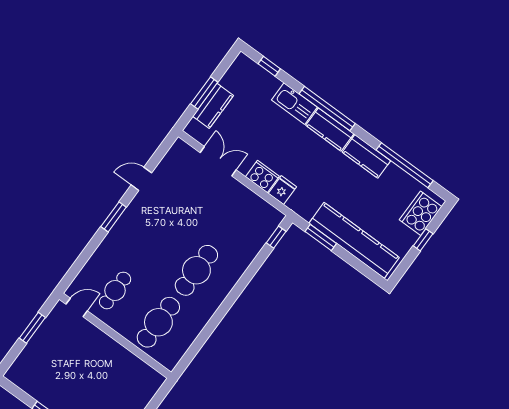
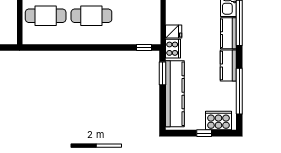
cooker: (262, 176) -> (173, 49), moved

